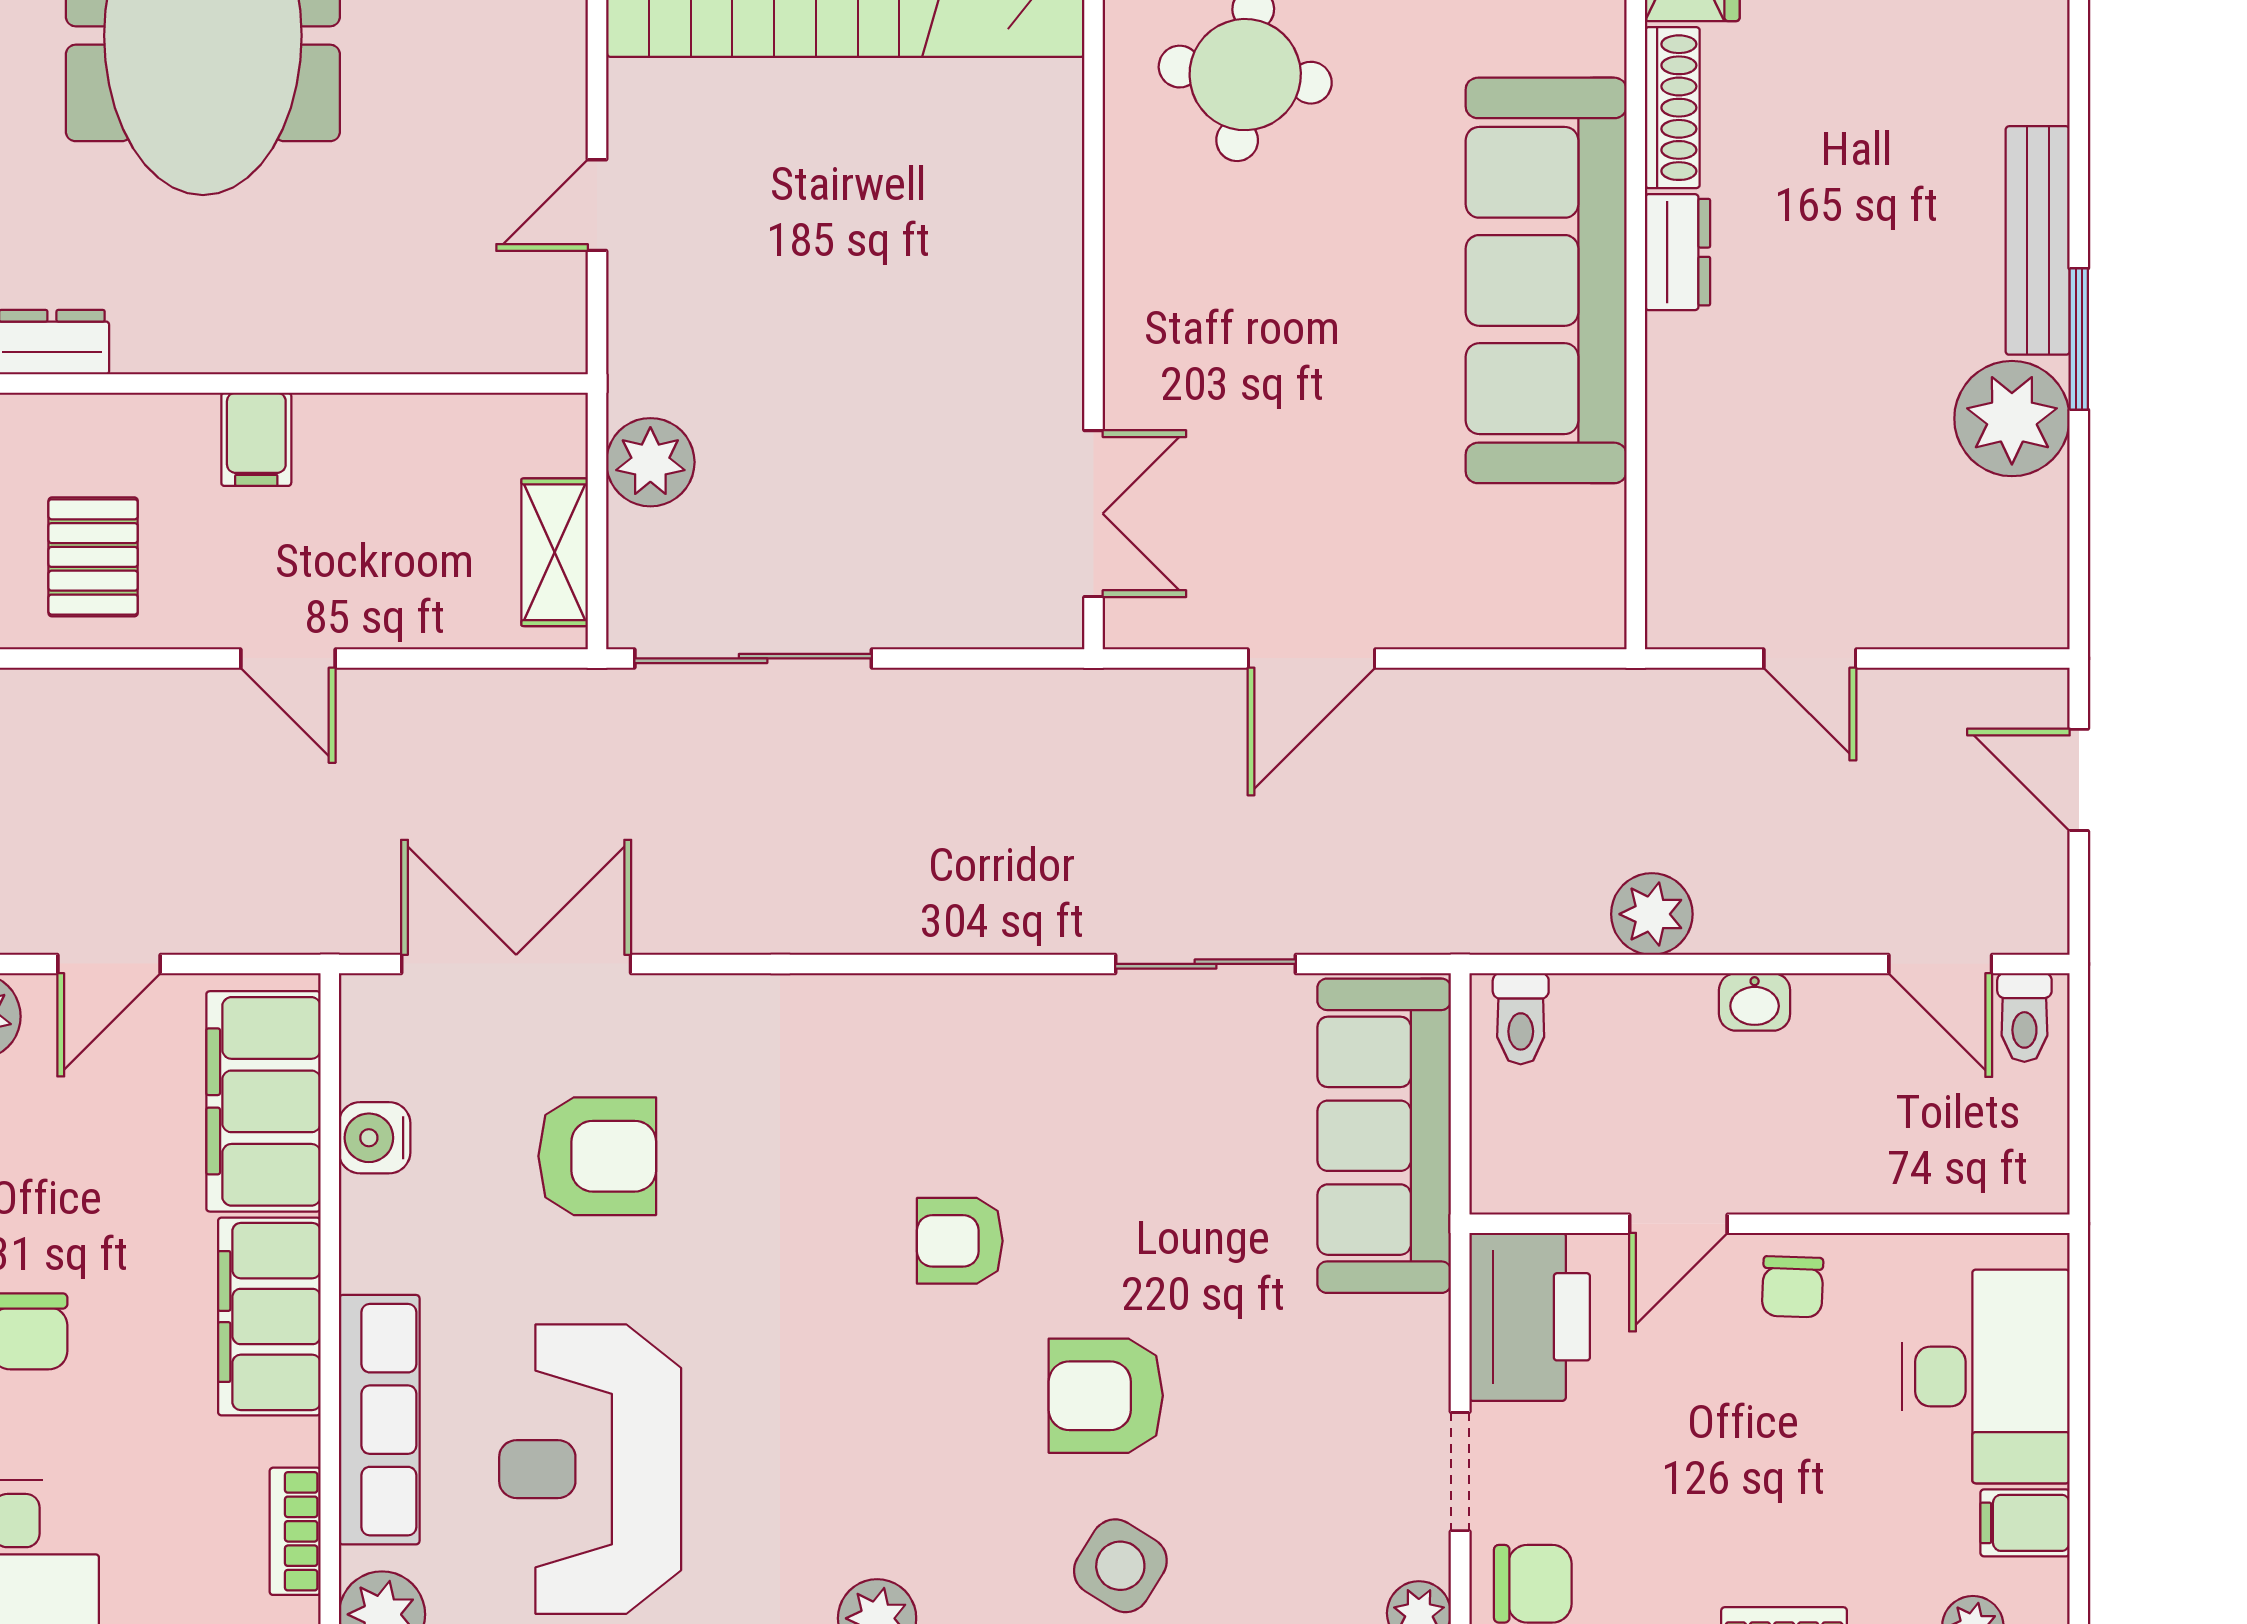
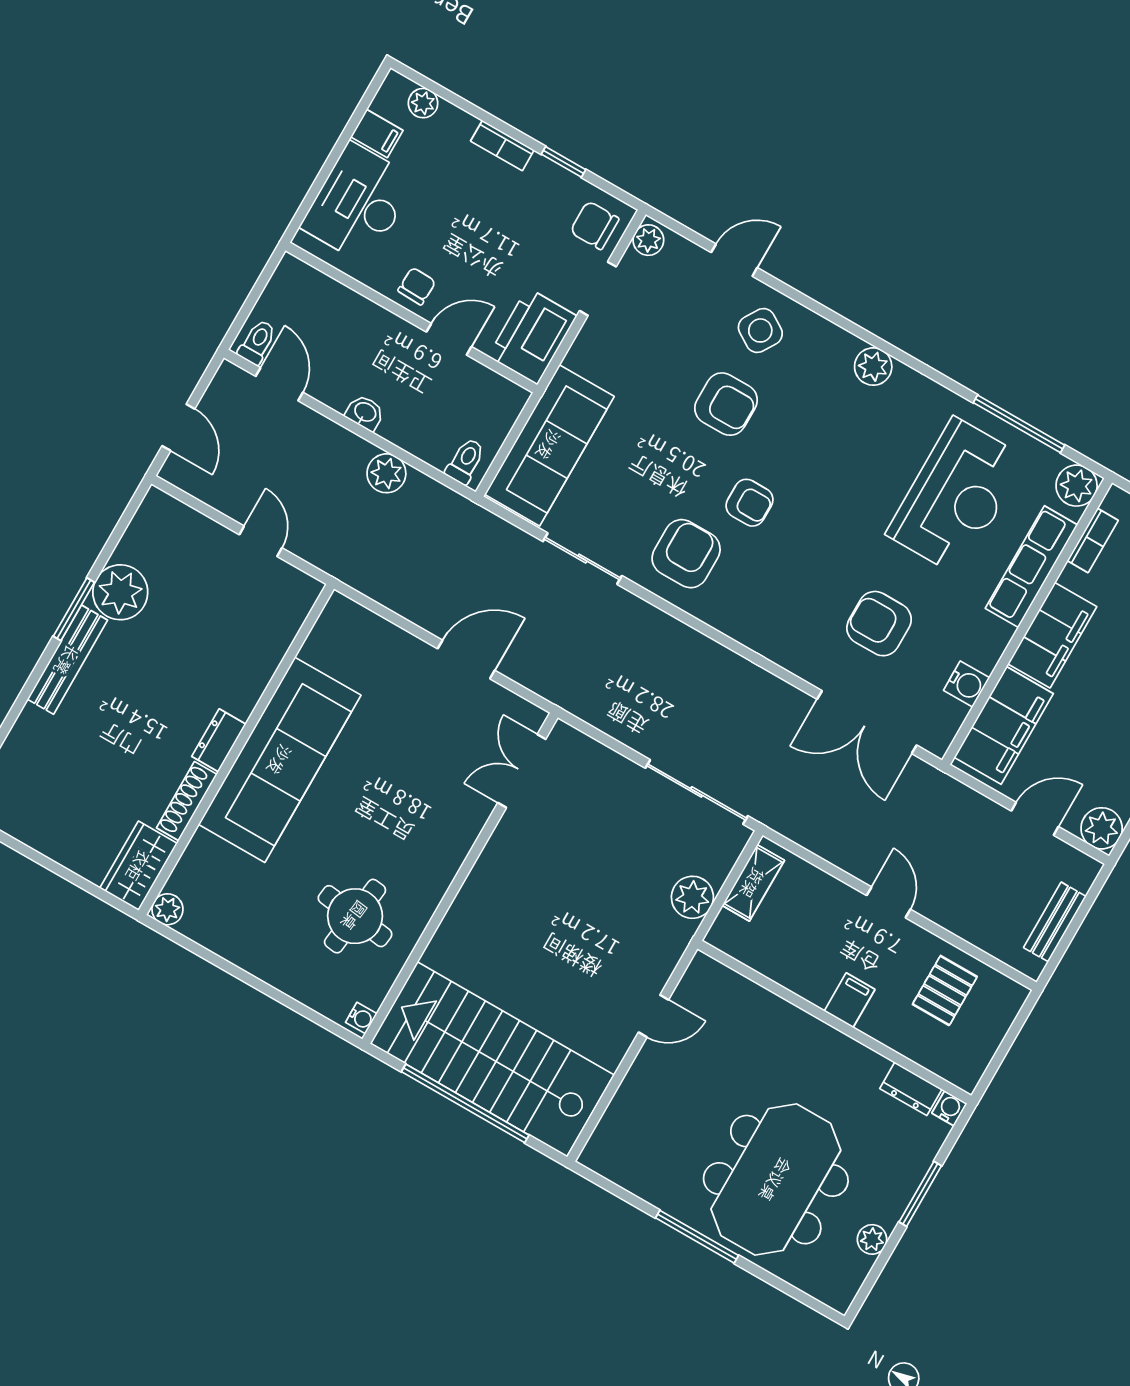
armchair: (1022, 1082) -> (686, 554), added

